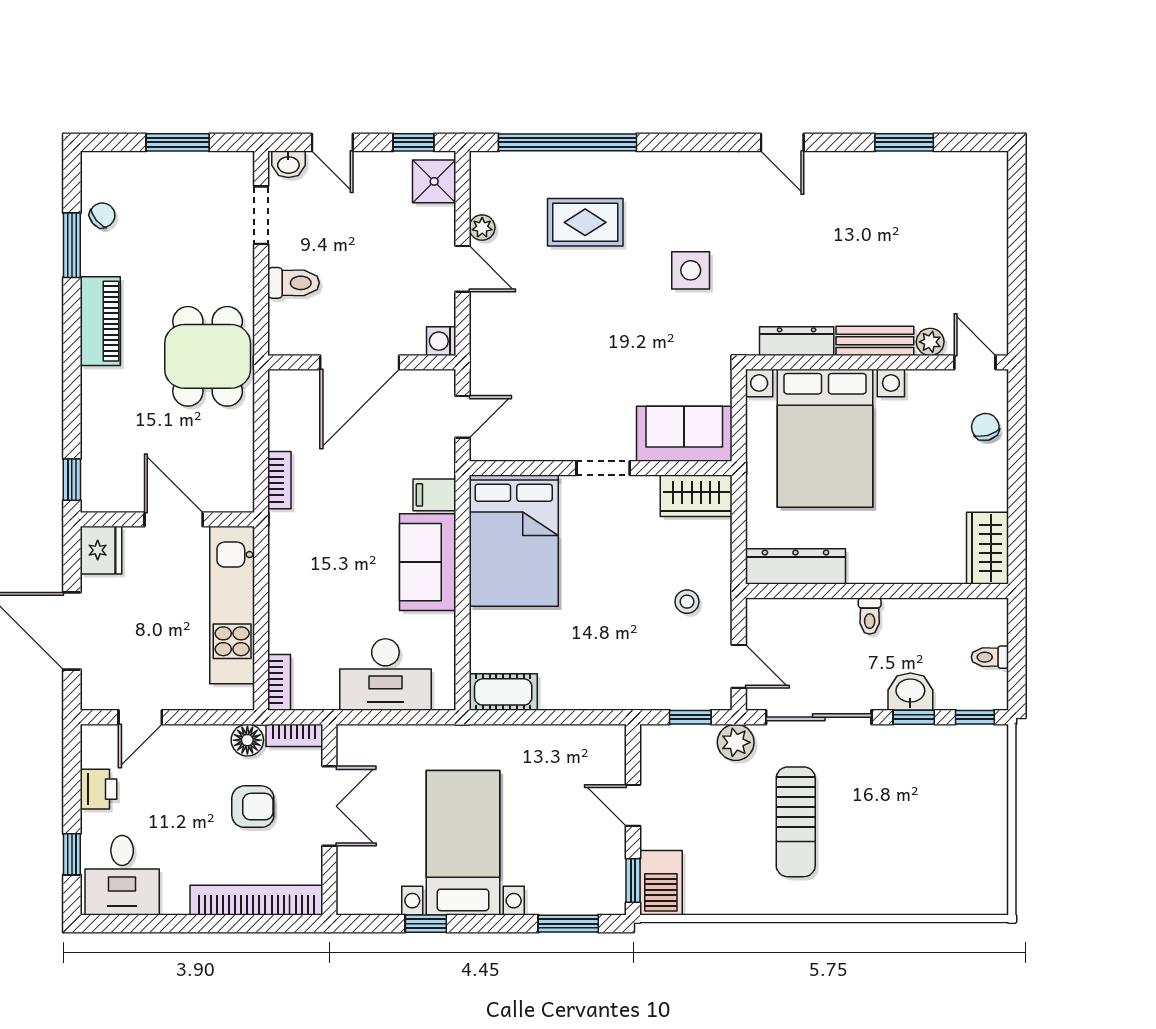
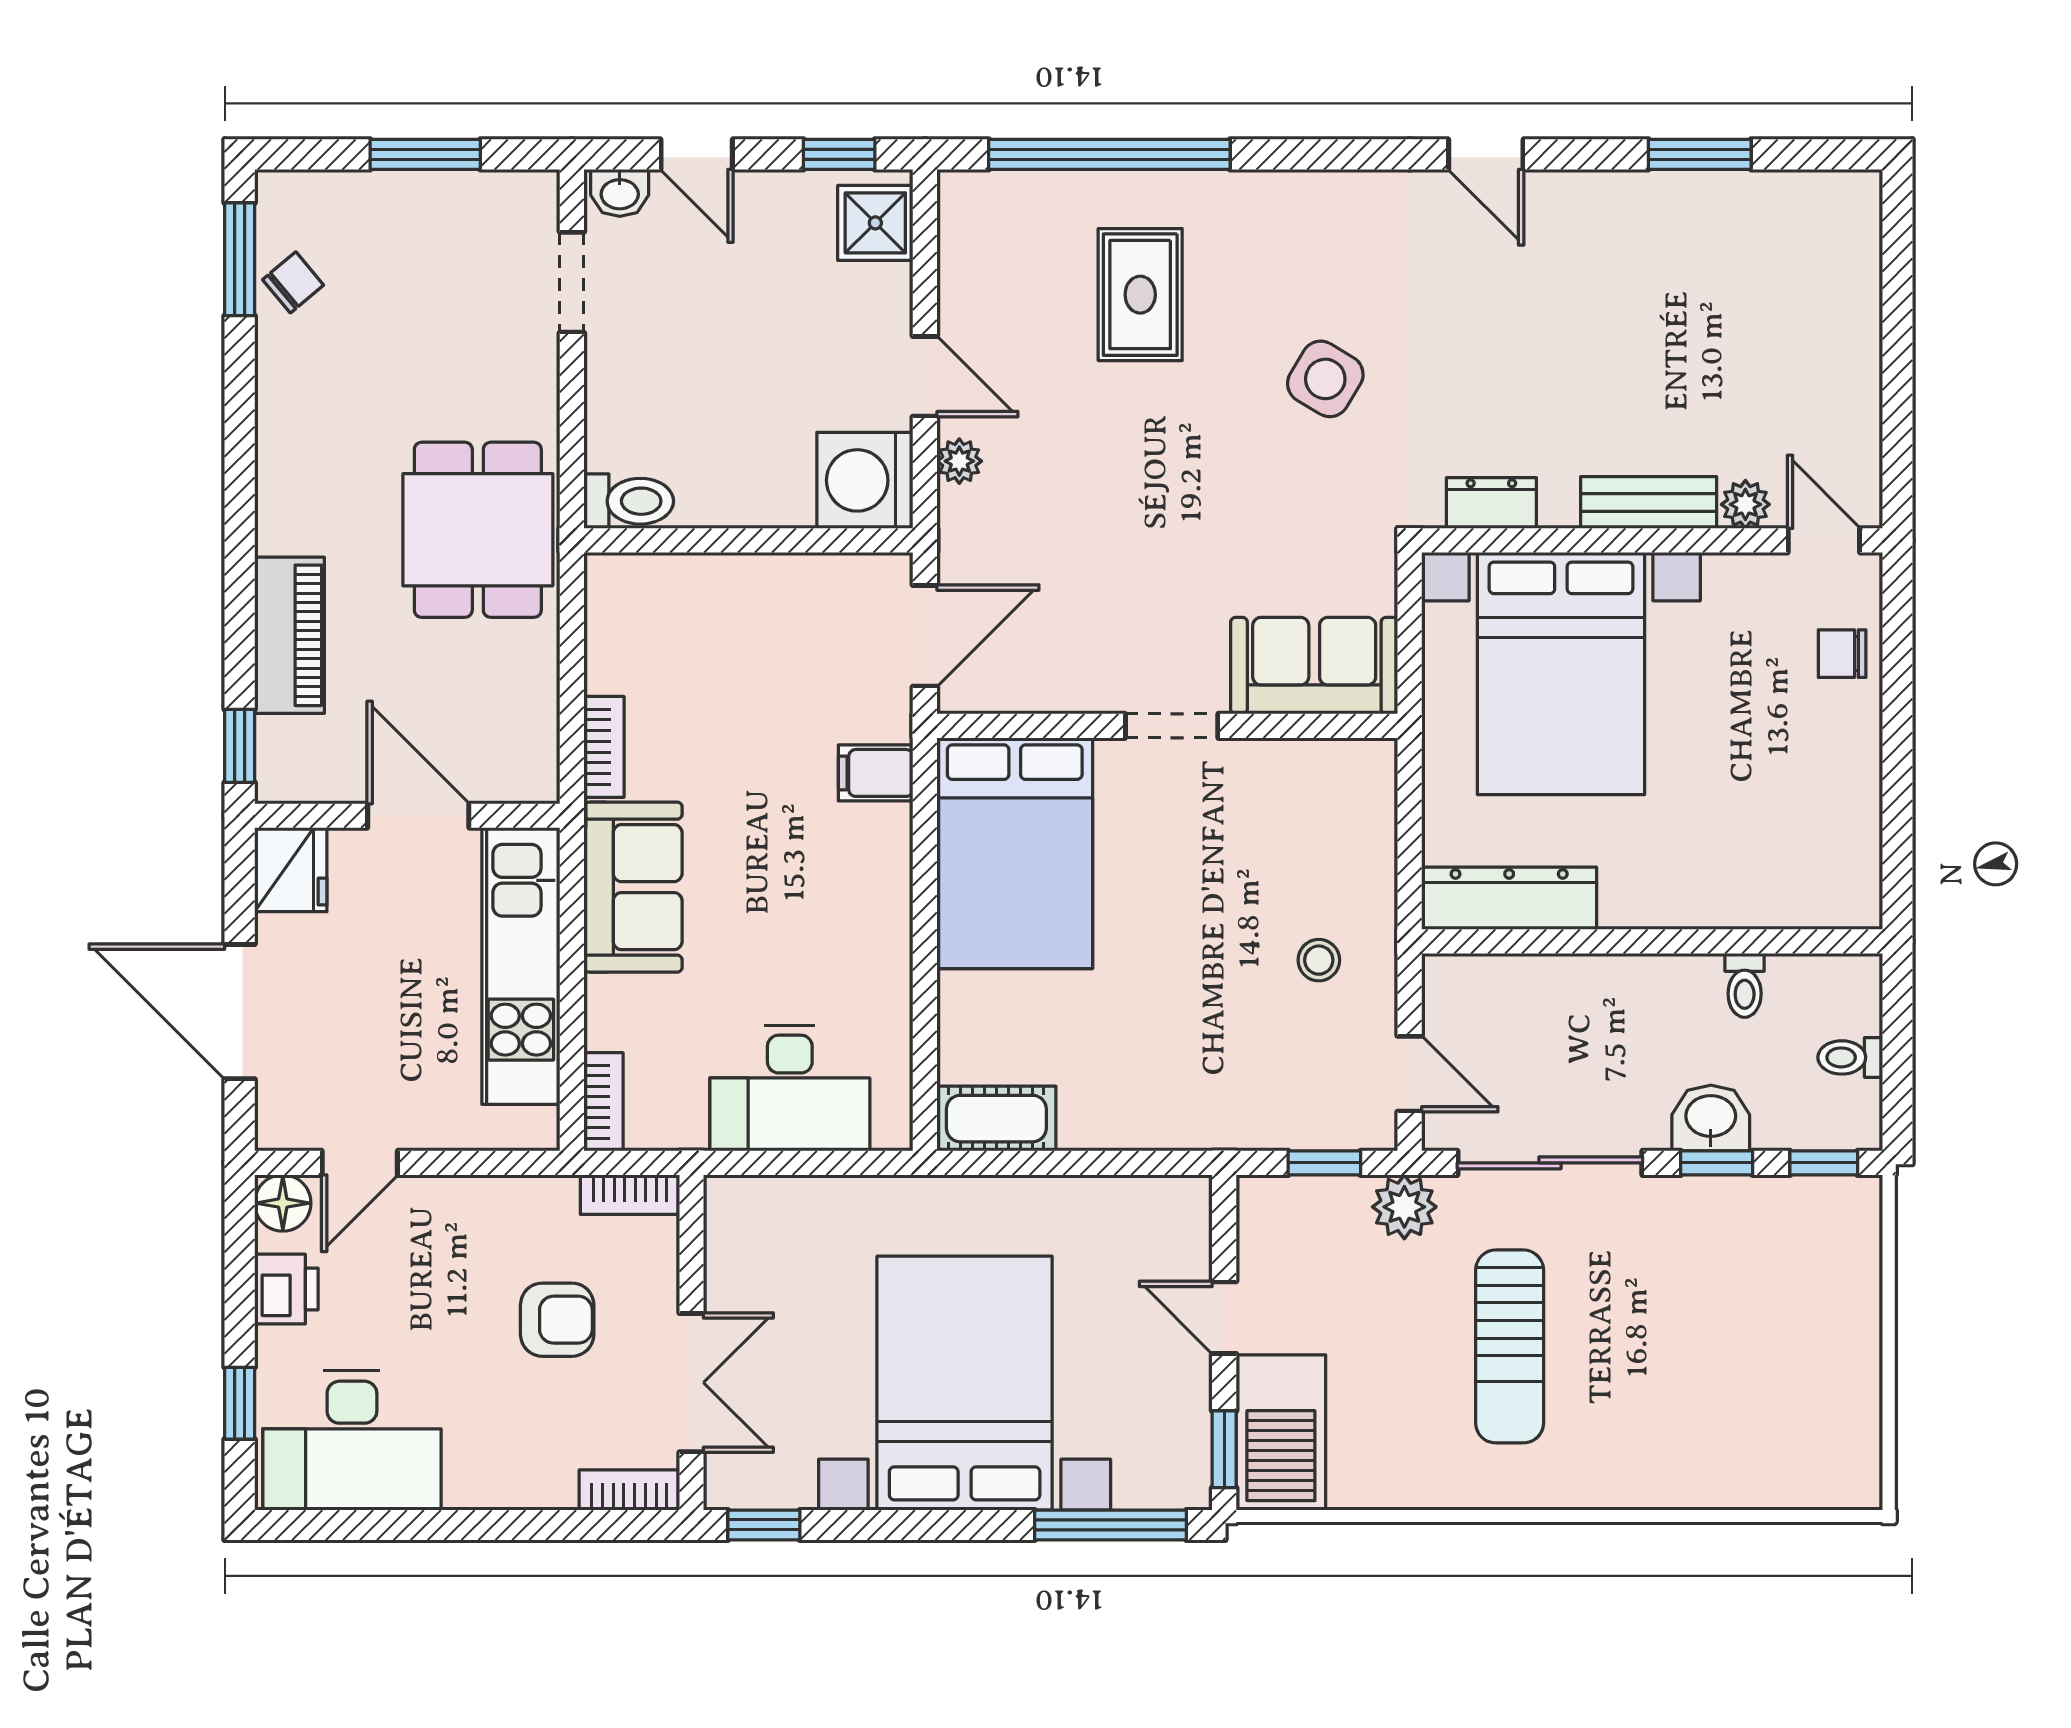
rug: (585, 222) -> (1140, 295), turned 90
plant: (482, 228) -> (959, 461), moved
window: (72, 245) -> (240, 259), moved
side table: (691, 270) -> (1325, 379), turned 31
toilet: (294, 283) -> (629, 501), moved
piano: (100, 321) -> (289, 635), moved
washing machine: (441, 341) -> (865, 480), width x1.89, depth x1.89
dresser: (797, 341) -> (1491, 503), width x0.70
door: (360, 362) -> (744, 540), removed
door: (462, 417) -> (925, 636), width x1.37
chair: (985, 427) -> (1842, 654), turned -75
wardrobe: (696, 496) -> (1335, 774), removed
wardrobe: (987, 548) -> (1846, 866), removed
sofa: (428, 562) -> (633, 887), moved, turned 180
toilet: (870, 616) -> (1745, 985), moved
floor lamp: (247, 740) -> (283, 1203), moved
double door: (329, 806) -> (691, 1383), moved
bed with nightstands: (463, 843) -> (965, 1383), width x1.36
desk: (122, 875) -> (352, 1440), width x1.37
barbecue: (661, 883) -> (1281, 1432), width x1.37, depth x1.21
bookcase: (256, 900) -> (629, 1490), width x0.43, depth x0.76
window: (426, 924) -> (764, 1525), moved
window: (568, 924) -> (1110, 1525), width x1.44

